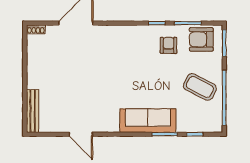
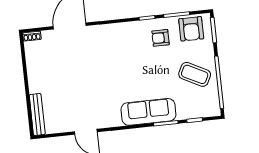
armchair: (201, 39) -> (191, 29), turned -90
armchair: (169, 45) -> (160, 38), turned -90

